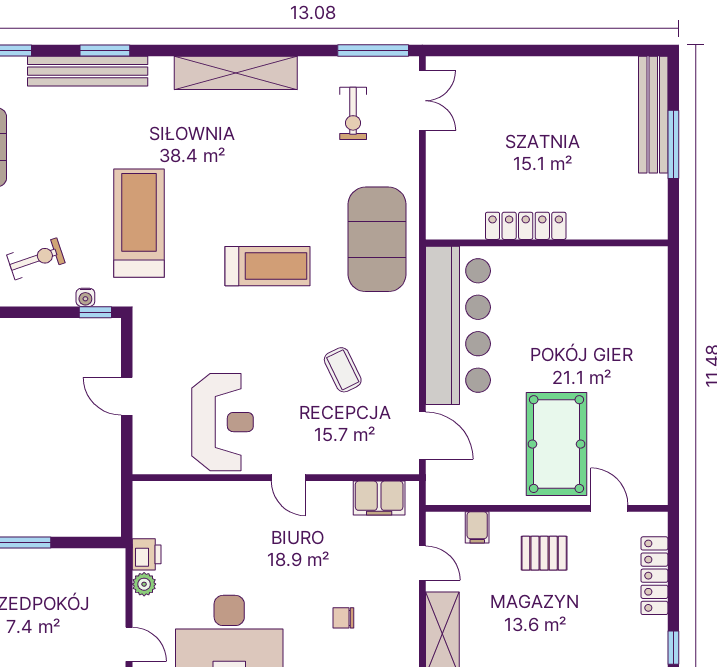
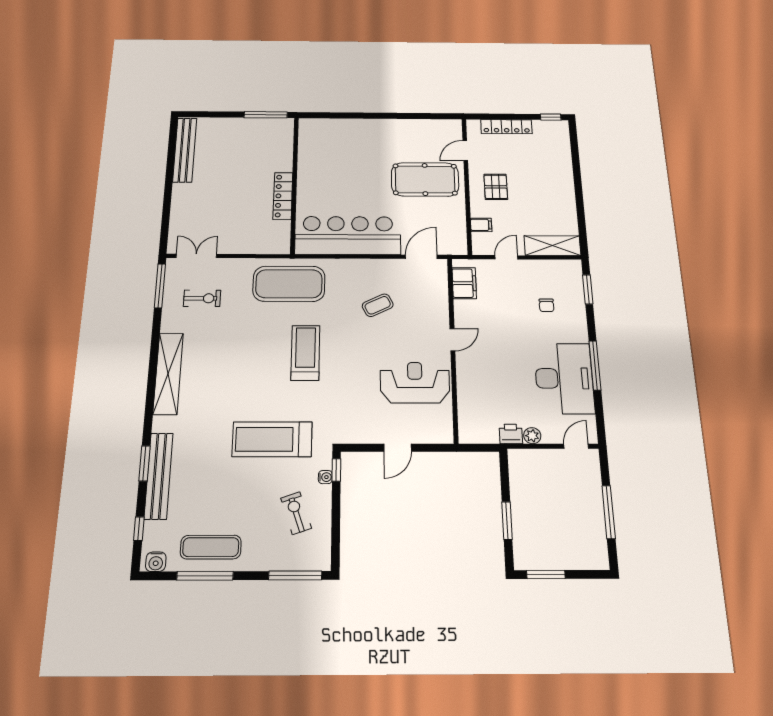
bench: (653, 115) -> (185, 150), moved, turned 90
window: (673, 144) -> (266, 115), moved

